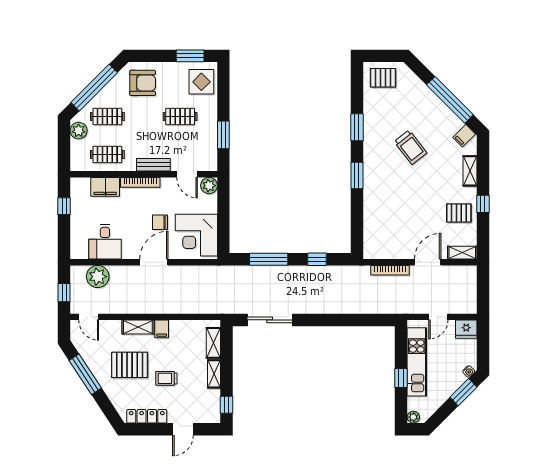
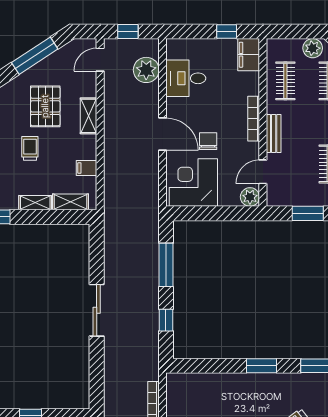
filing cabinet: (105, 187) -> (249, 55), moved
sliding door: (270, 320) -> (97, 310), moved
filing cabinet: (162, 329) -> (86, 168), moved

